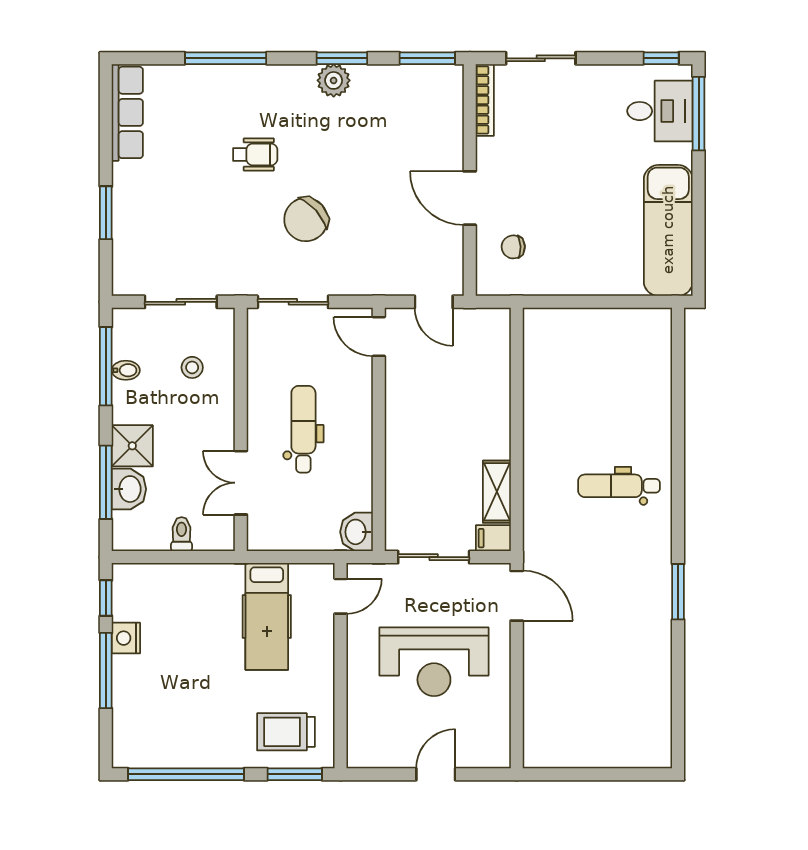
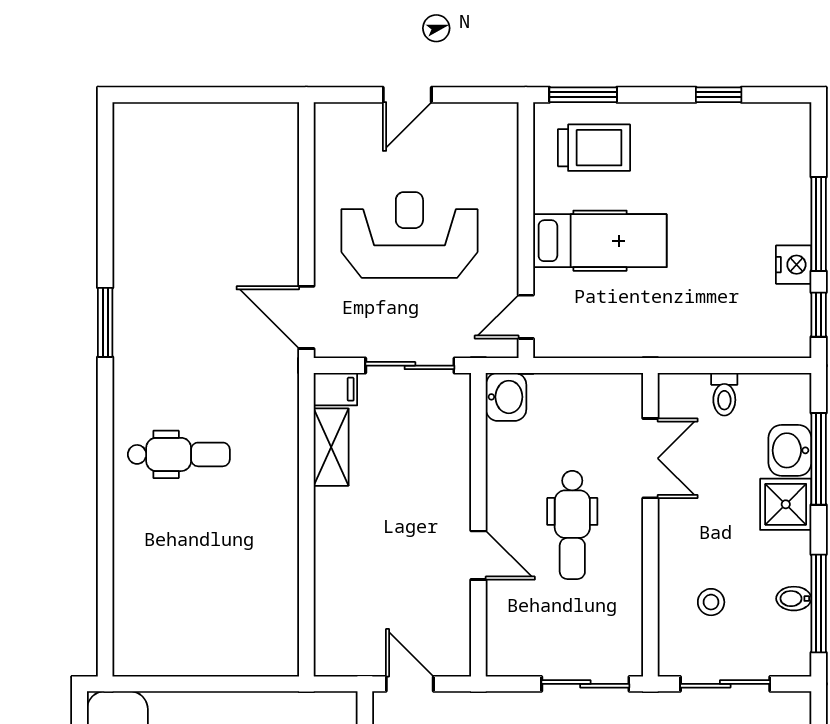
door: (379, 336) -> (478, 555), moved
hospital bed: (267, 616) -> (600, 241), moved, turned 90
window: (186, 774) -> (719, 95), width x0.32

